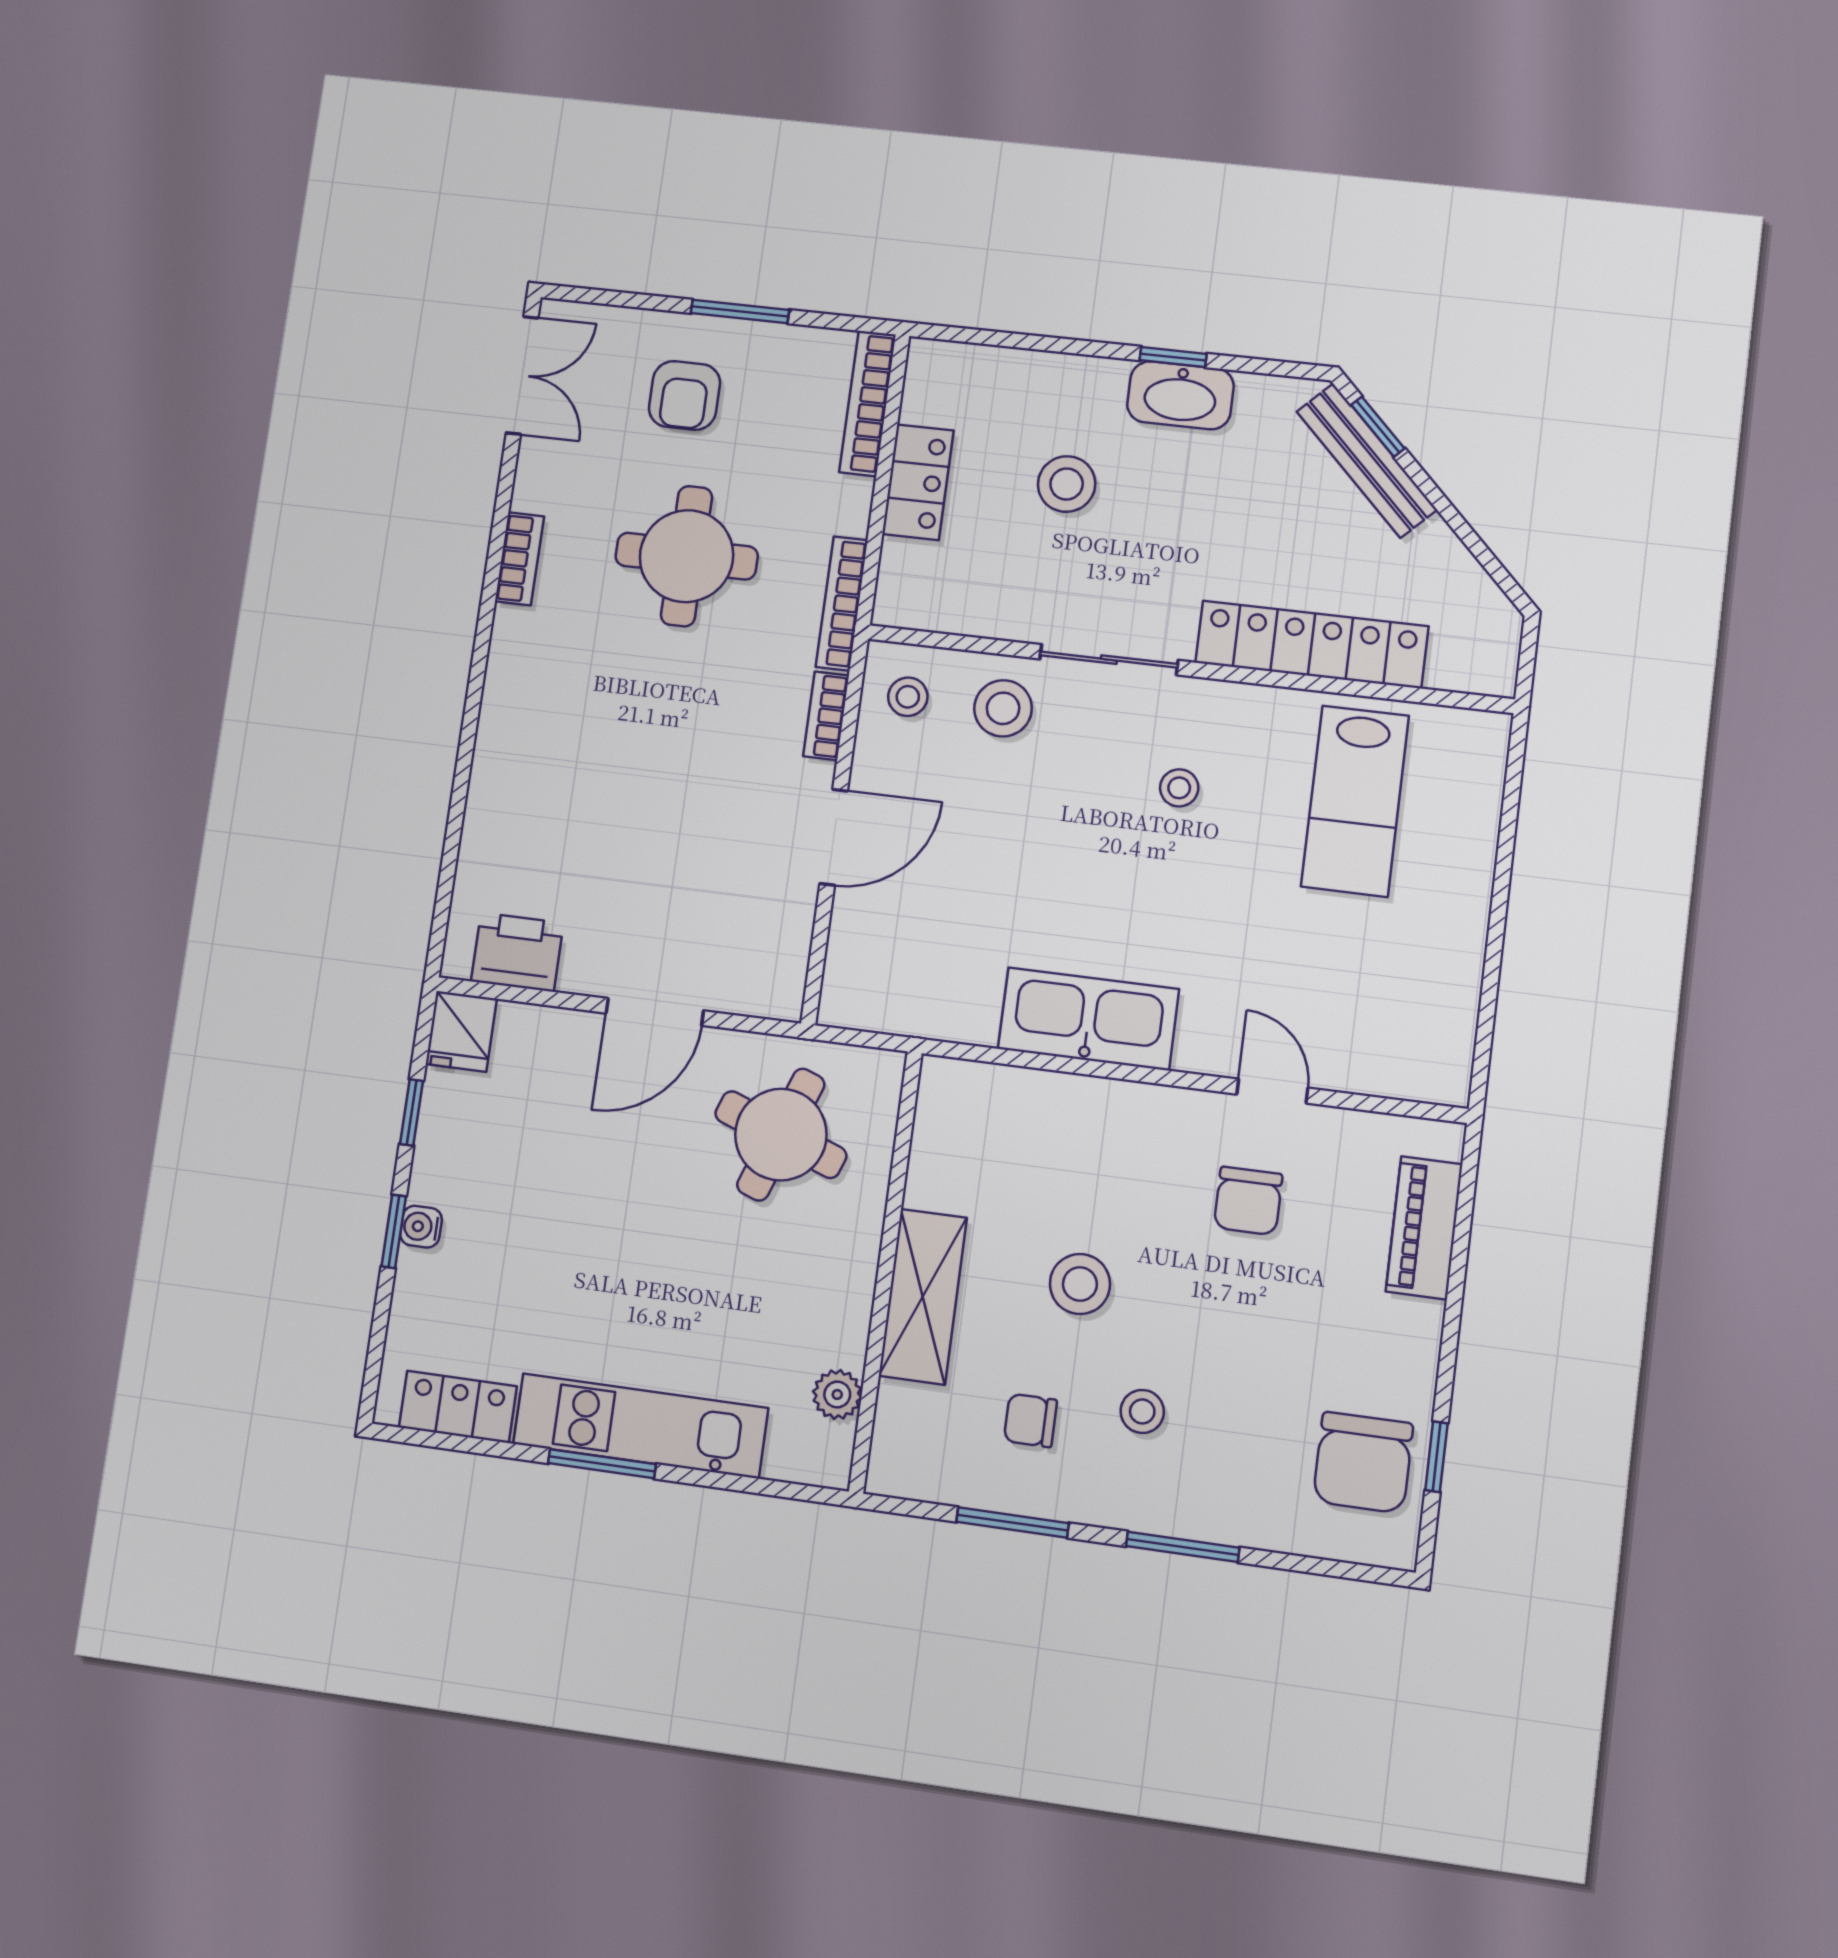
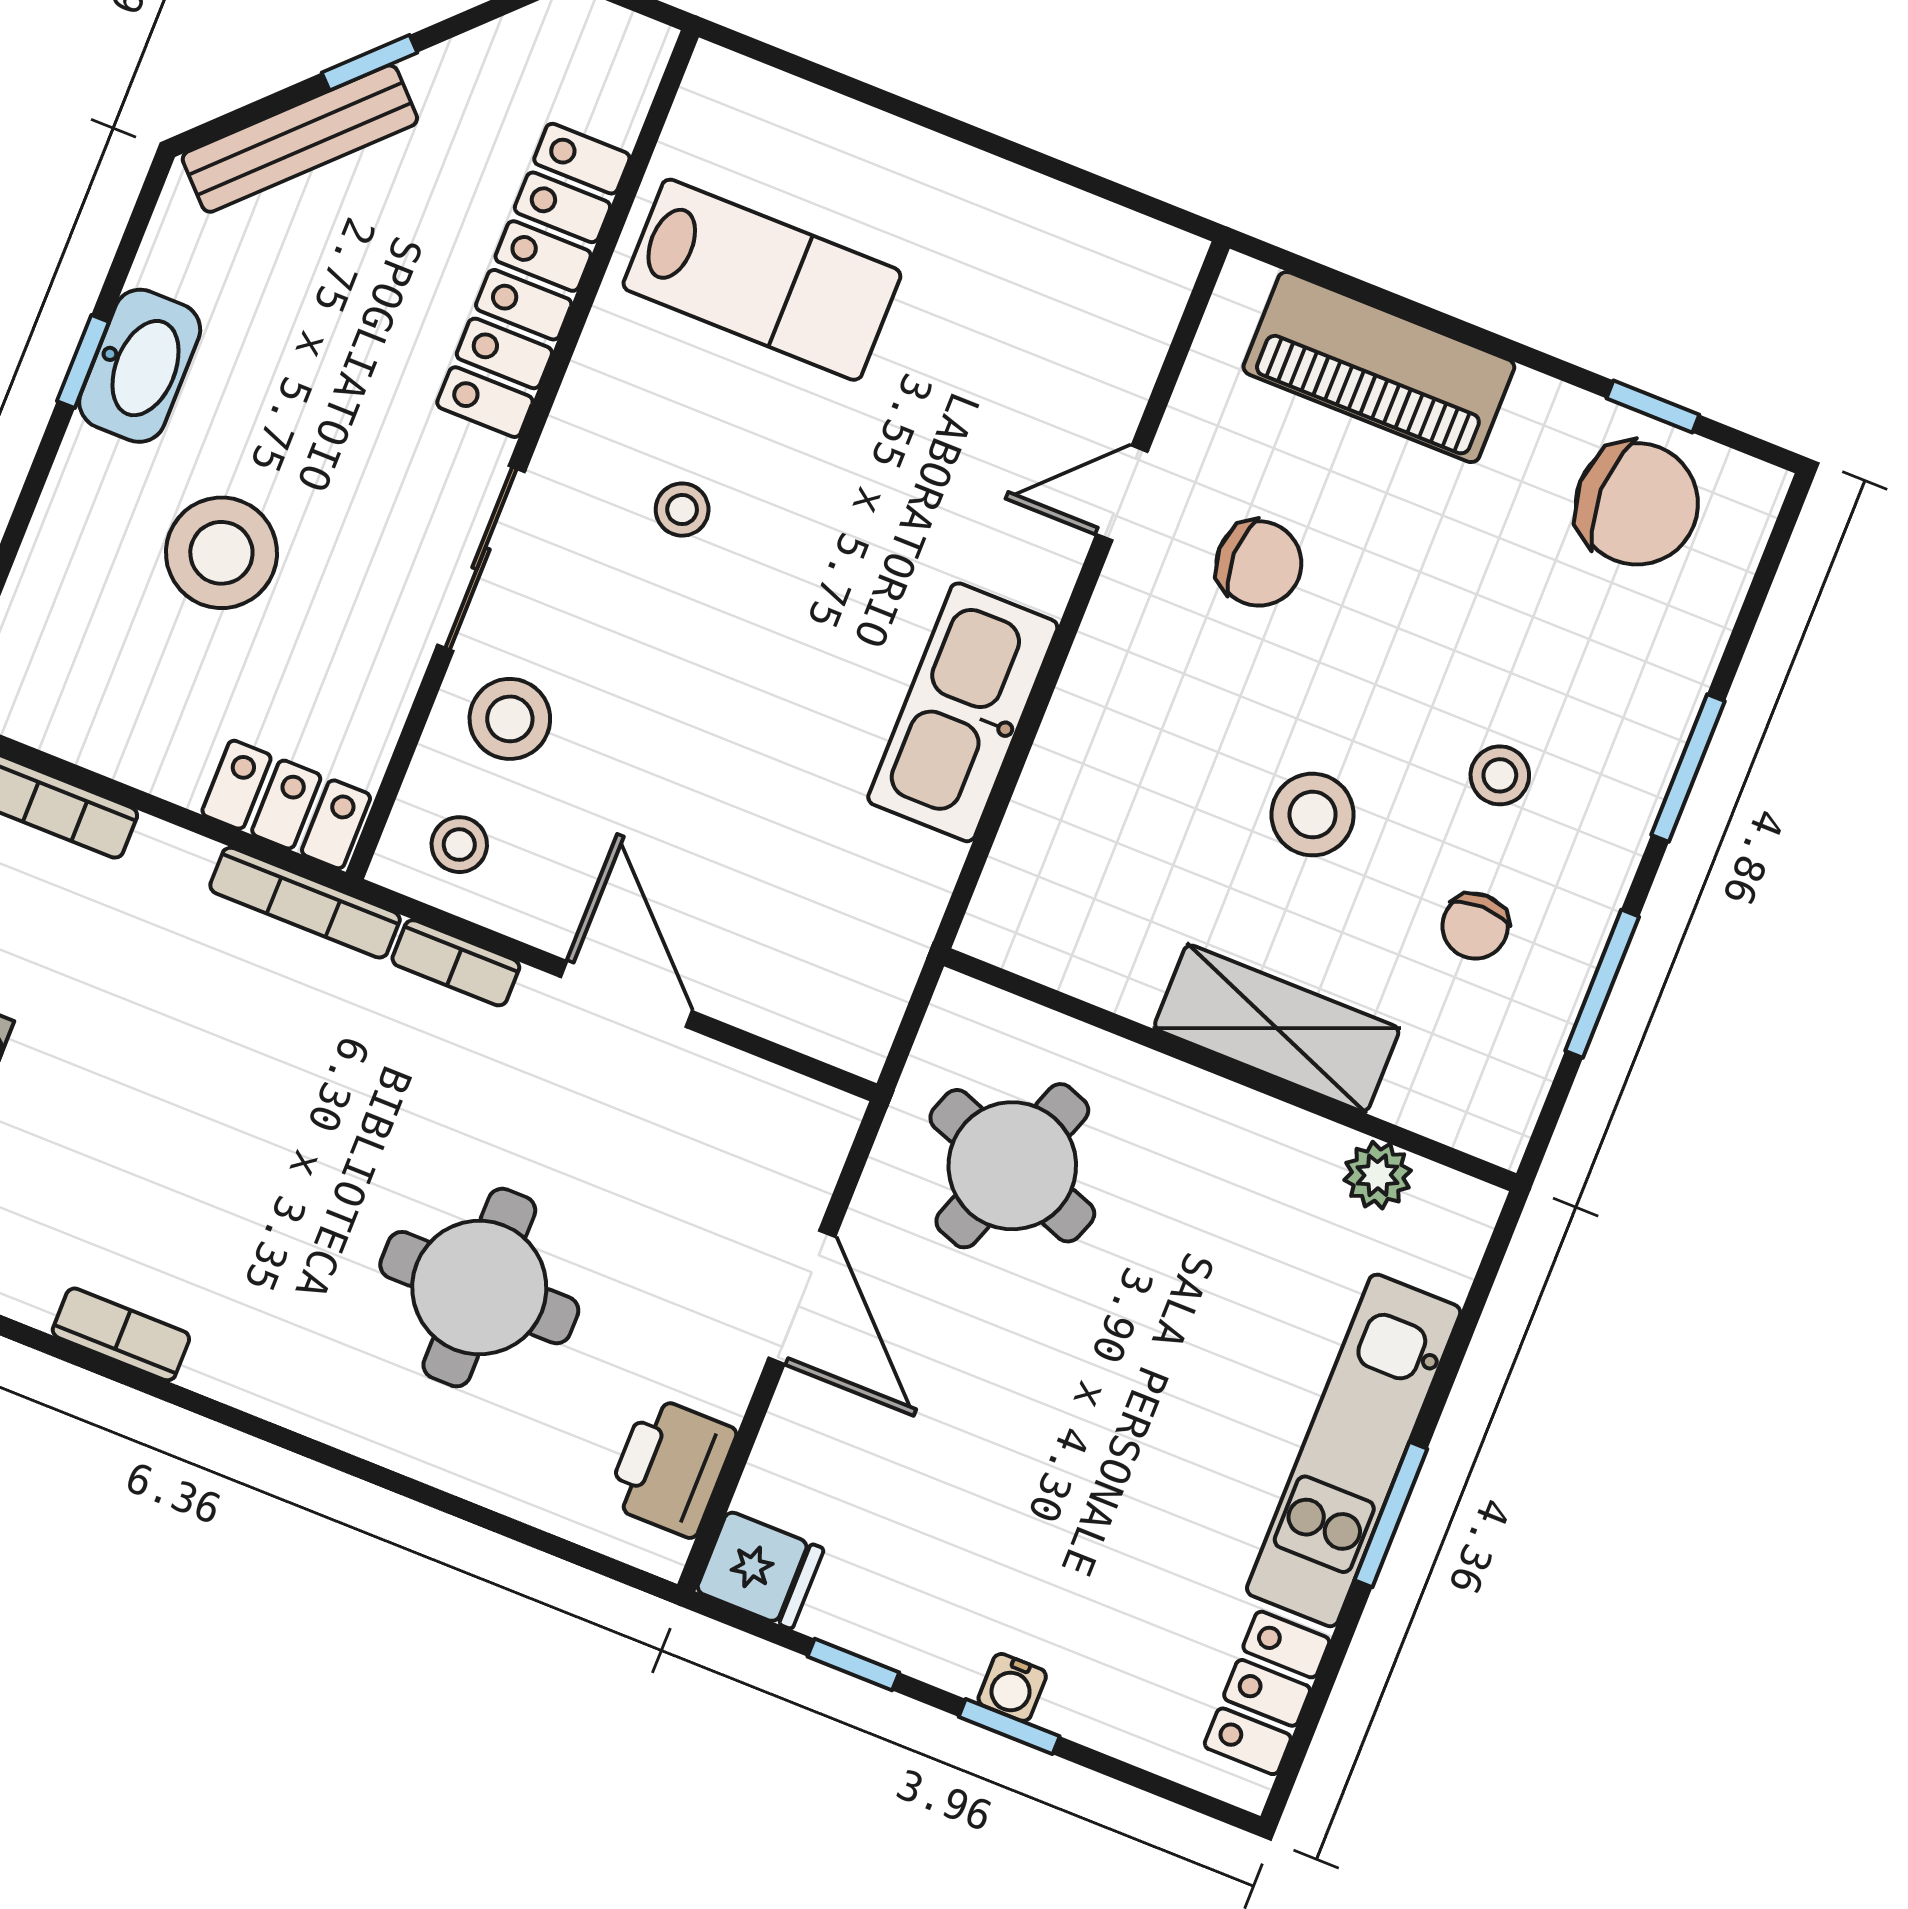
window: (1378, 427) -> (370, 63), moved
locker: (918, 482) -> (286, 805), moved
stool: (1067, 484) -> (221, 553), width x1.38, depth x1.38
round table: (687, 556) -> (479, 1288), moved
piano: (1424, 1228) -> (1379, 367), width x1.37, depth x1.33

